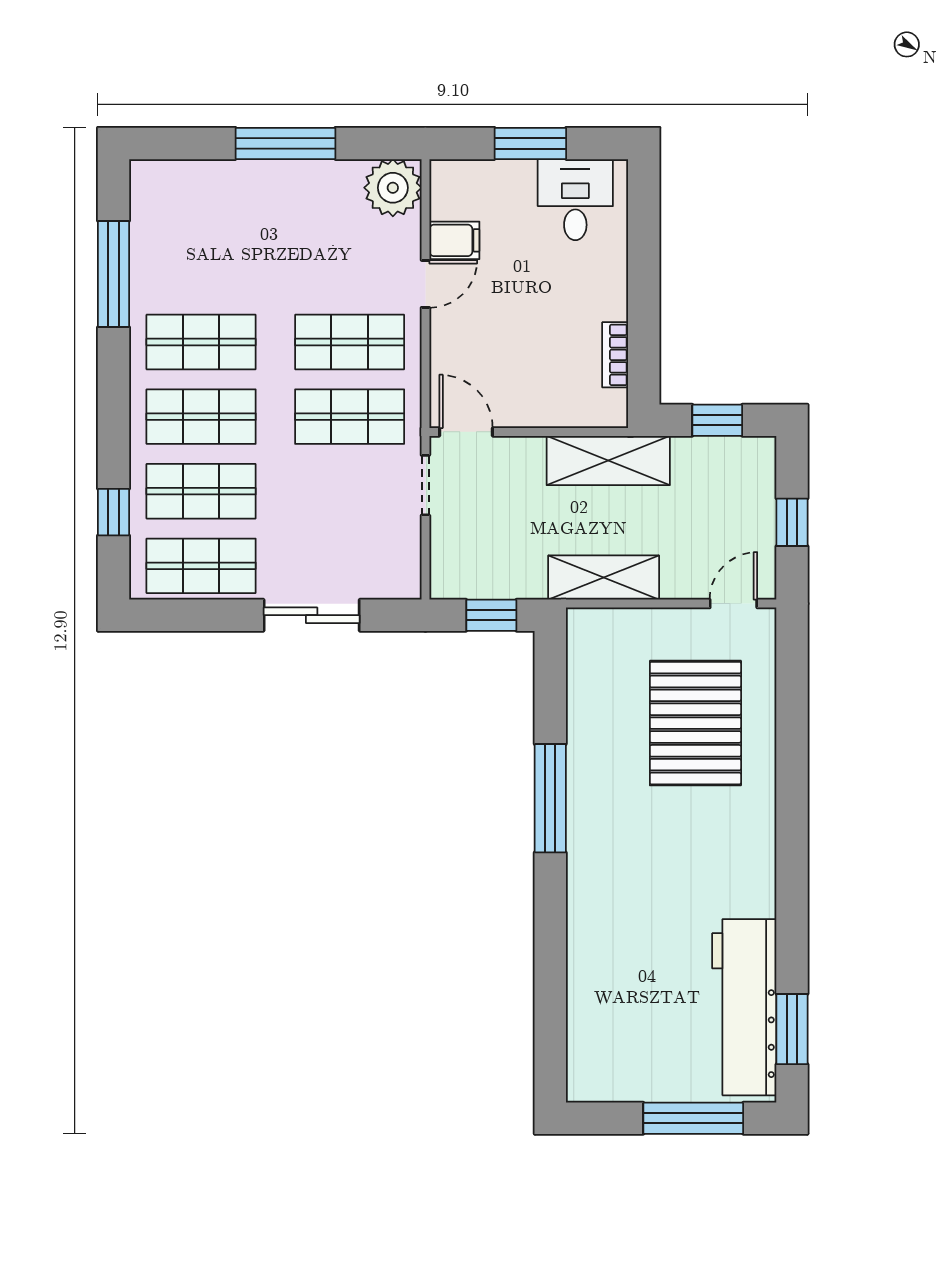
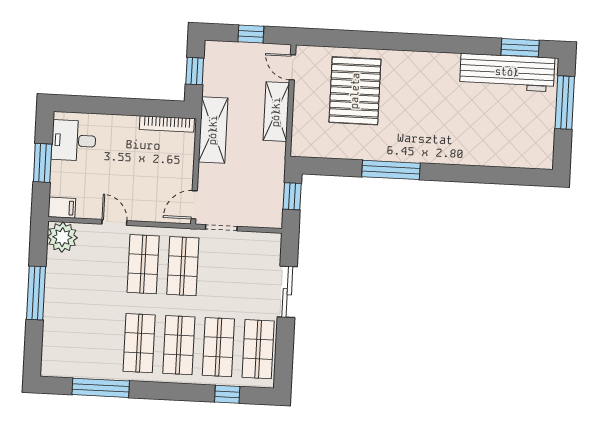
filing cabinet: (454, 240) -> (62, 208), moved, turned 90
bookcase: (615, 355) -> (167, 124), width x1.56
shelving: (604, 577) -> (276, 112), moved
pallet: (695, 723) -> (355, 91), turned 90

